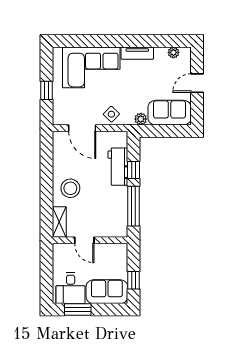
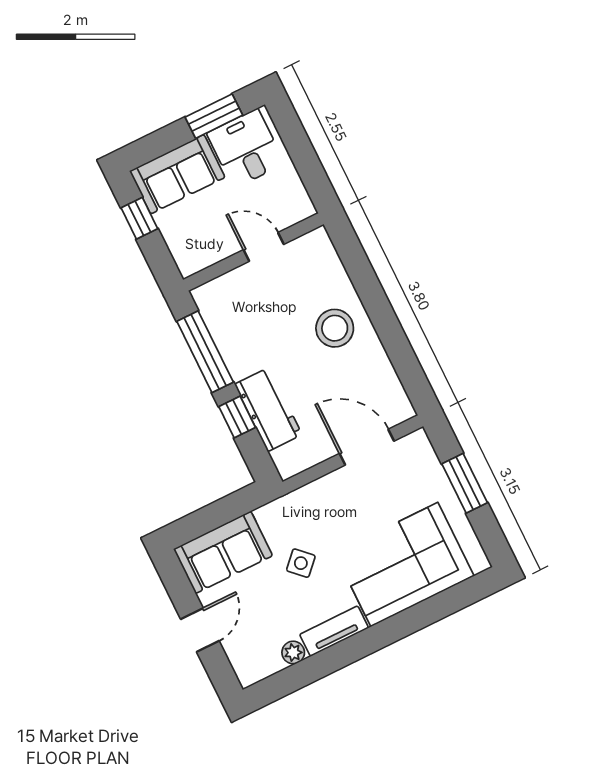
plant: (173, 52) -> (293, 652), moved
window: (46, 90) -> (465, 483), width x1.50
side table: (111, 114) -> (301, 563), moved
plant: (141, 119) -> (269, 515), removed
shelving: (59, 222) -> (325, 258), removed

